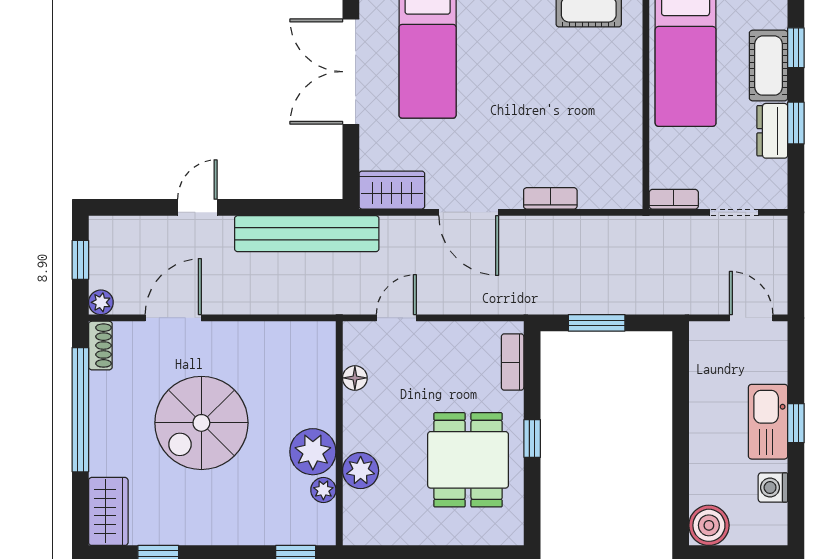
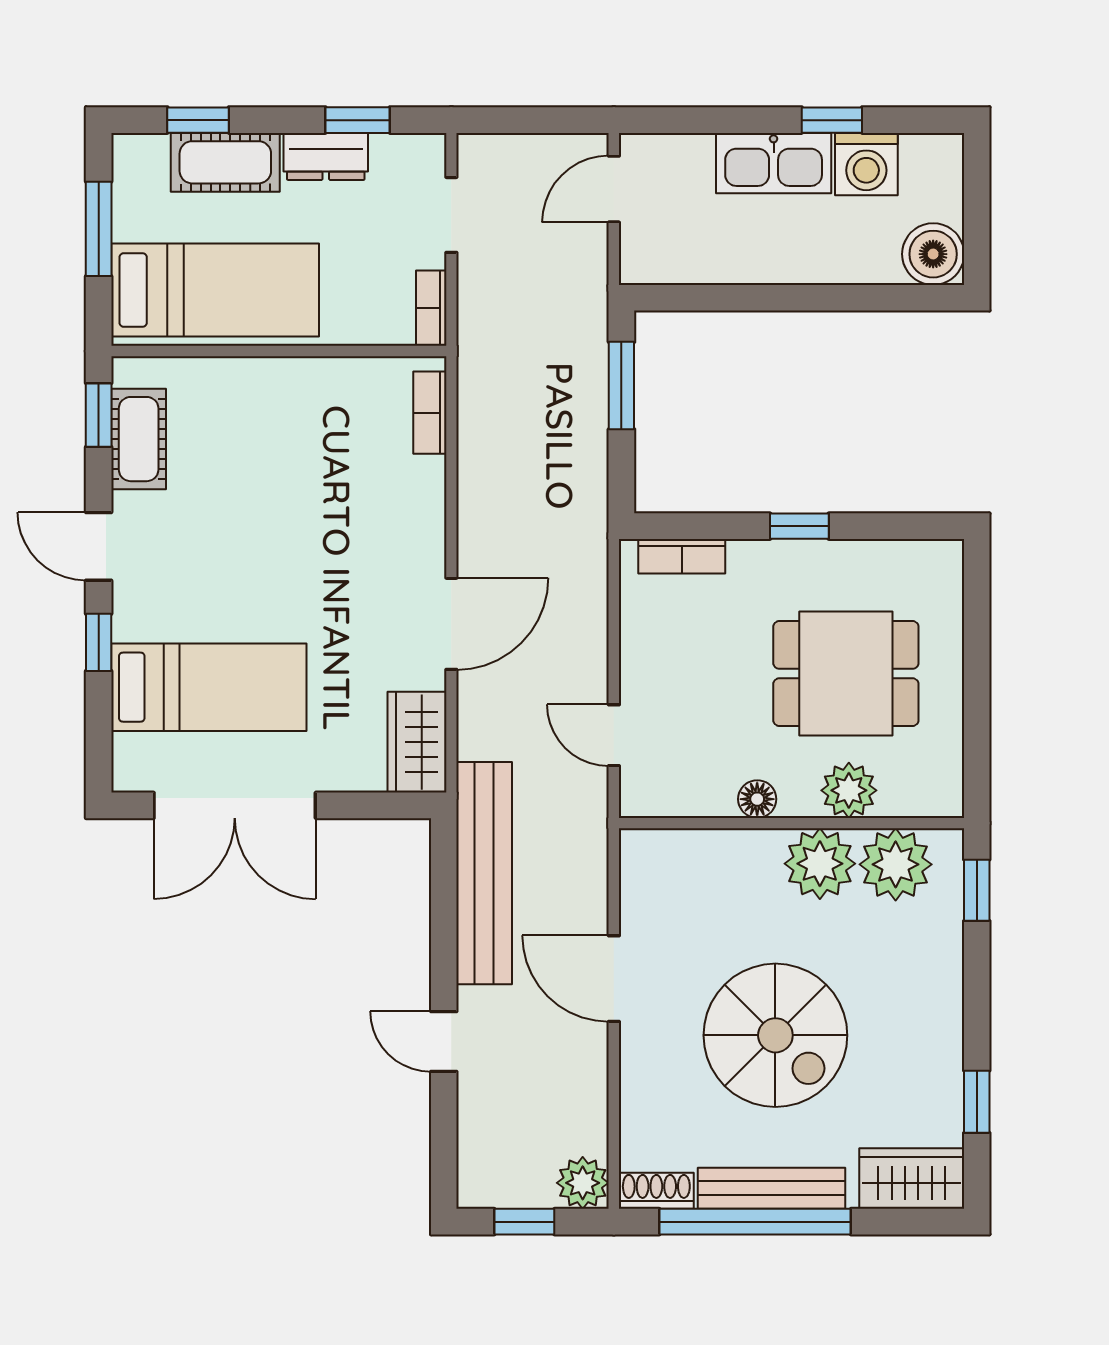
window: (796, 123) -> (358, 120), moved
bookcase: (550, 198) -> (430, 413), moved
plant: (101, 302) -> (583, 1183), width x1.38, depth x1.38
door: (173, 318) -> (614, 979), moved
window: (597, 323) -> (621, 386), moved
floor lamp: (355, 378) -> (757, 799), moved
bench: (102, 420) -> (772, 1188), added
window: (796, 423) -> (832, 120), moved
dining table: (468, 460) -> (846, 674), moved
washing machine: (773, 488) -> (866, 164), width x1.38, depth x1.38
plant: (323, 490) -> (896, 864), width x1.88, depth x1.88

